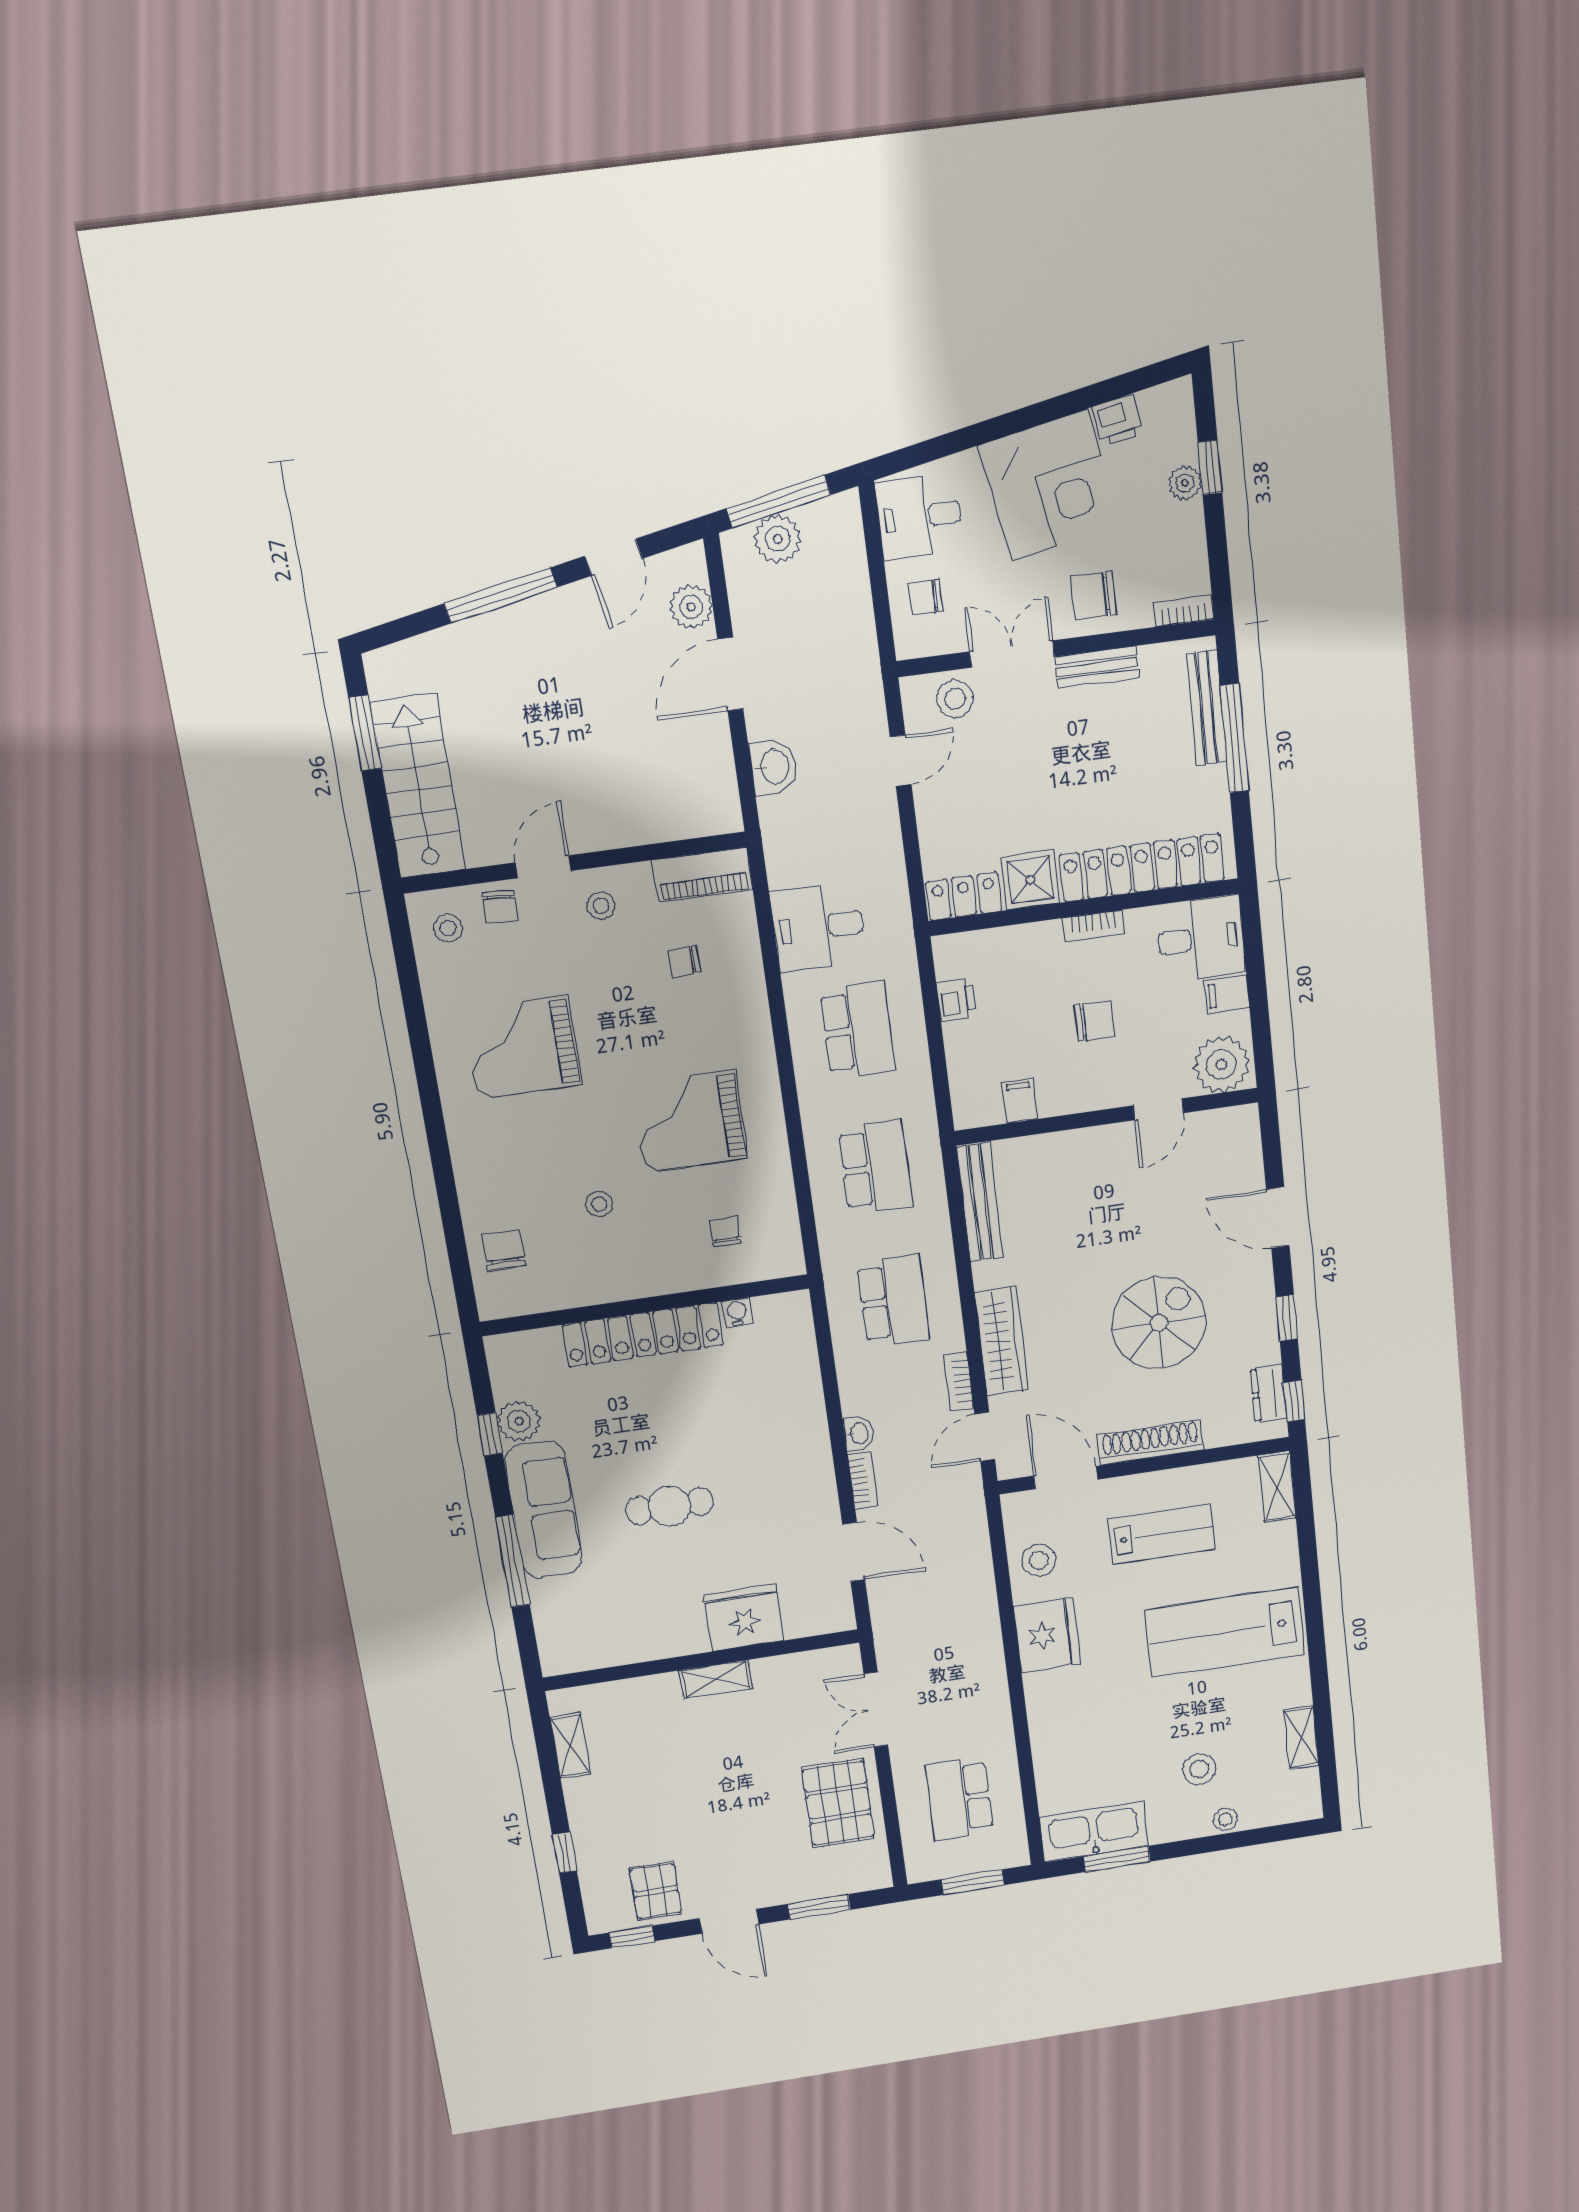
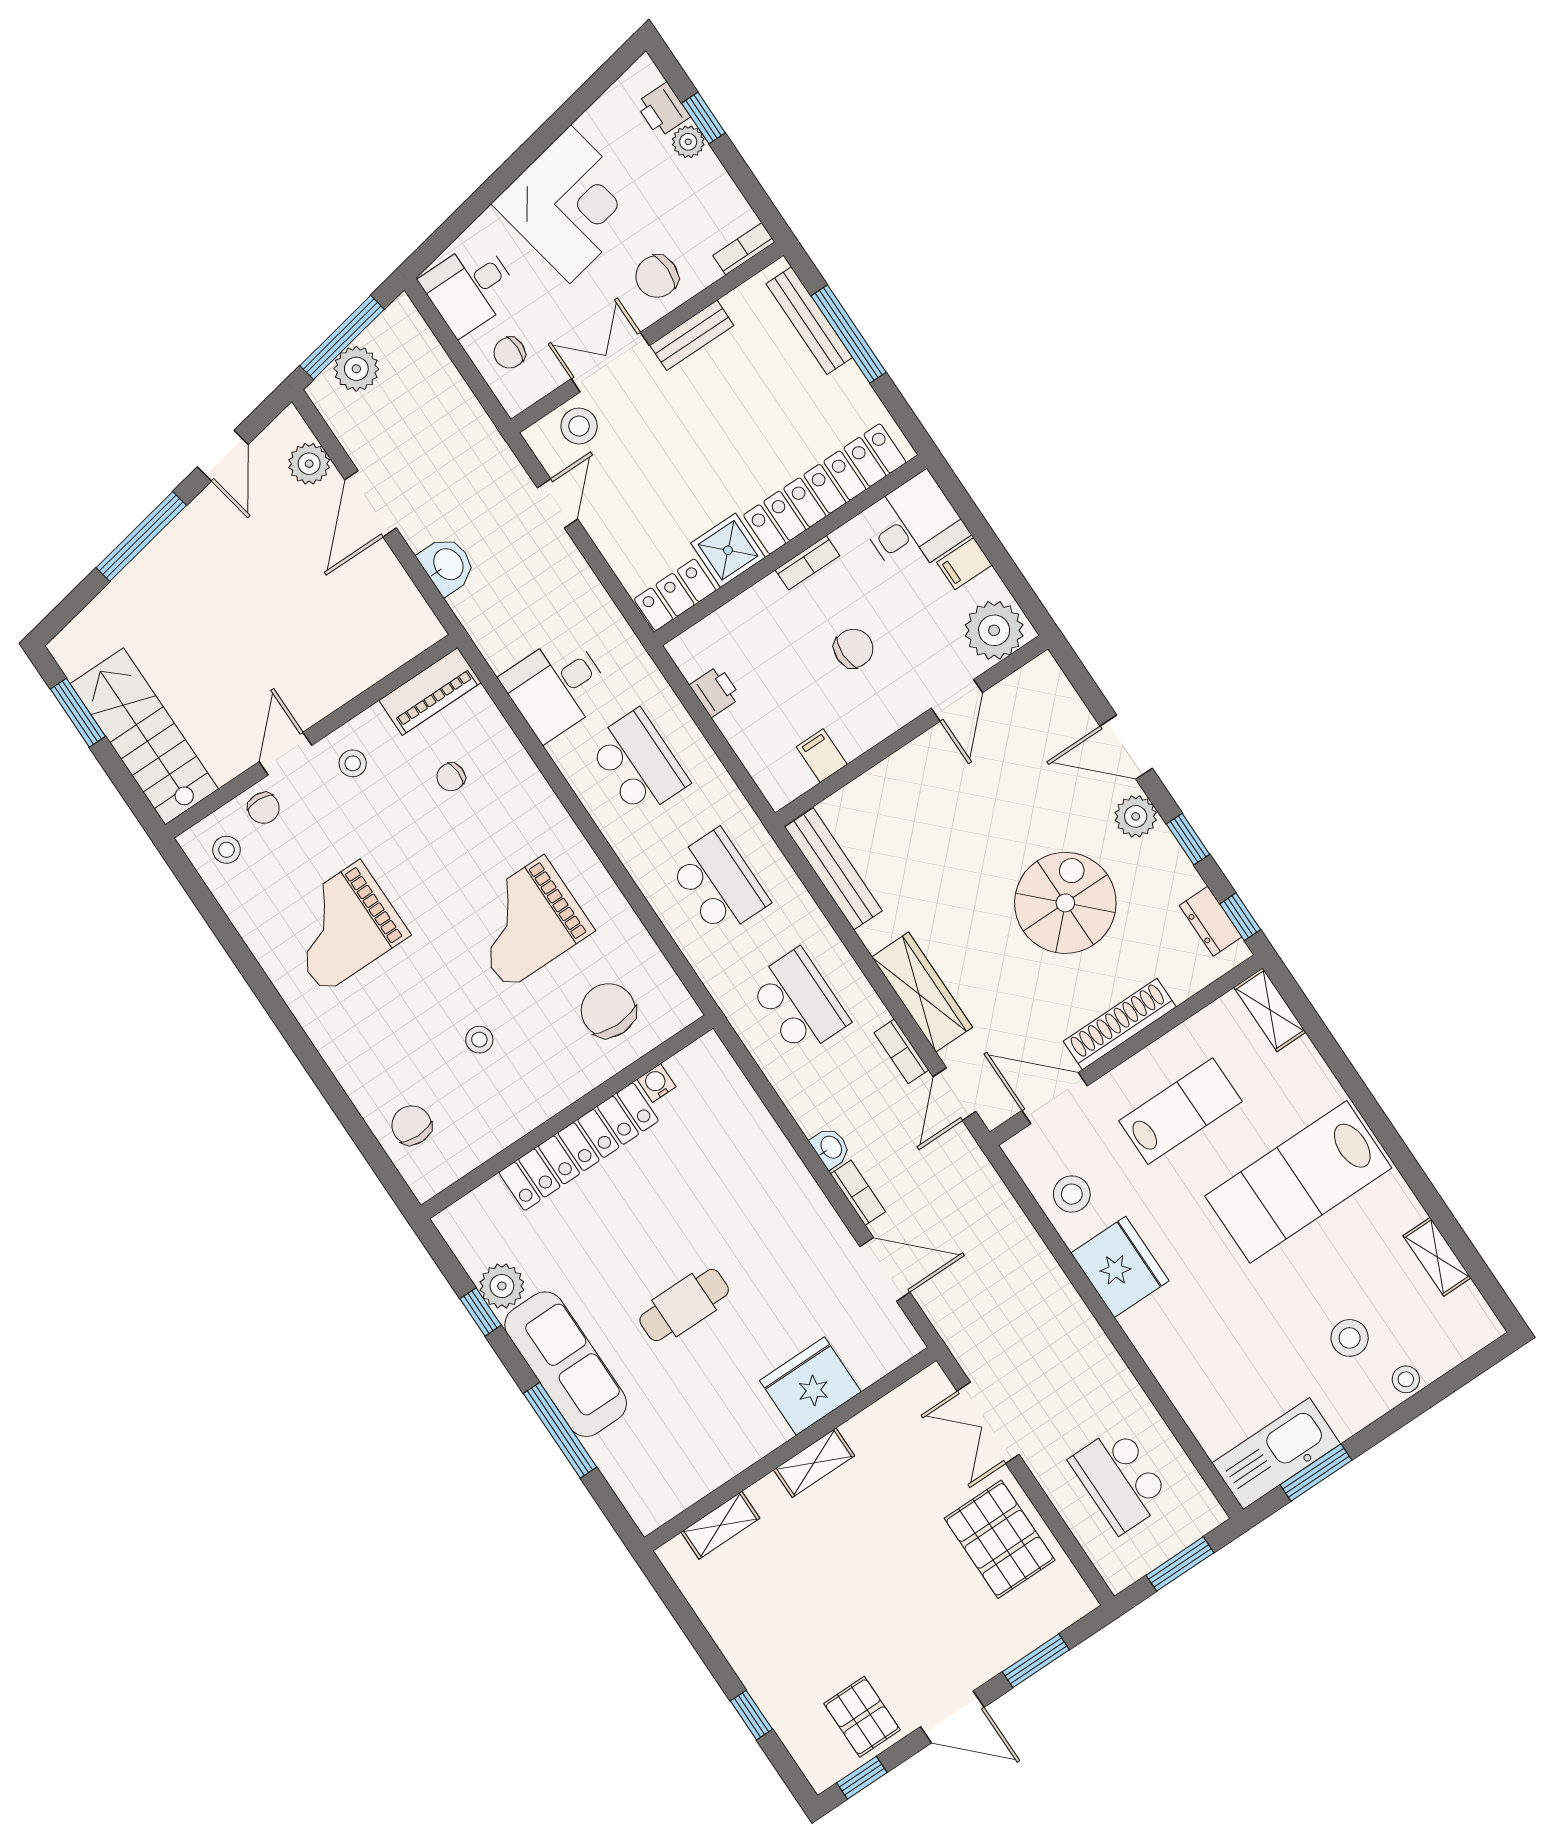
printer: (1117, 420) -> (663, 110), moved, turned 101
chair: (725, 1232) -> (608, 1010), width x1.87, depth x1.87
plant: (1254, 1279) -> (1136, 816), added
shelving: (570, 1746) -> (720, 1525), moved, turned 90

